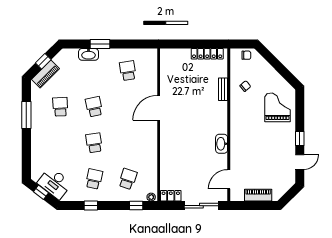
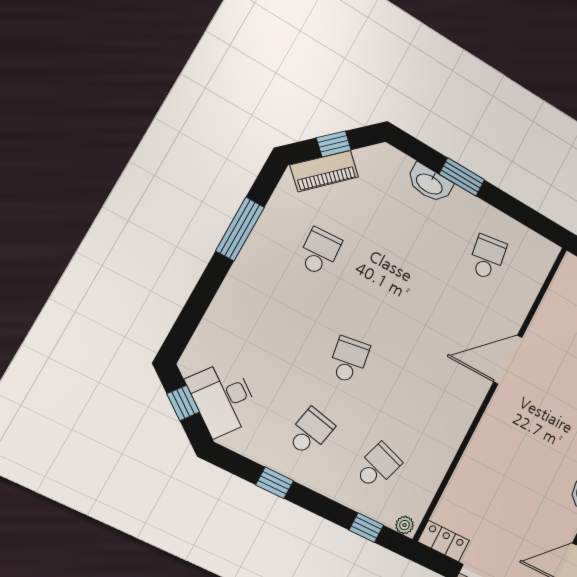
school desk: (94, 107) -> (387, 289), removed

